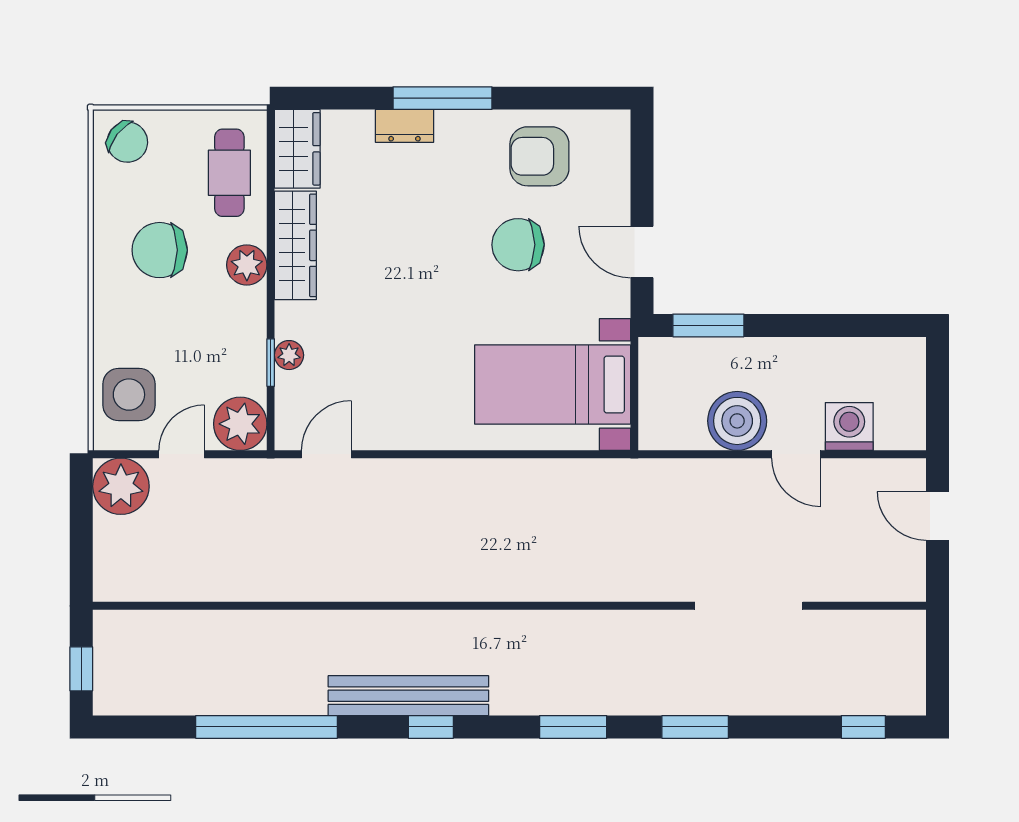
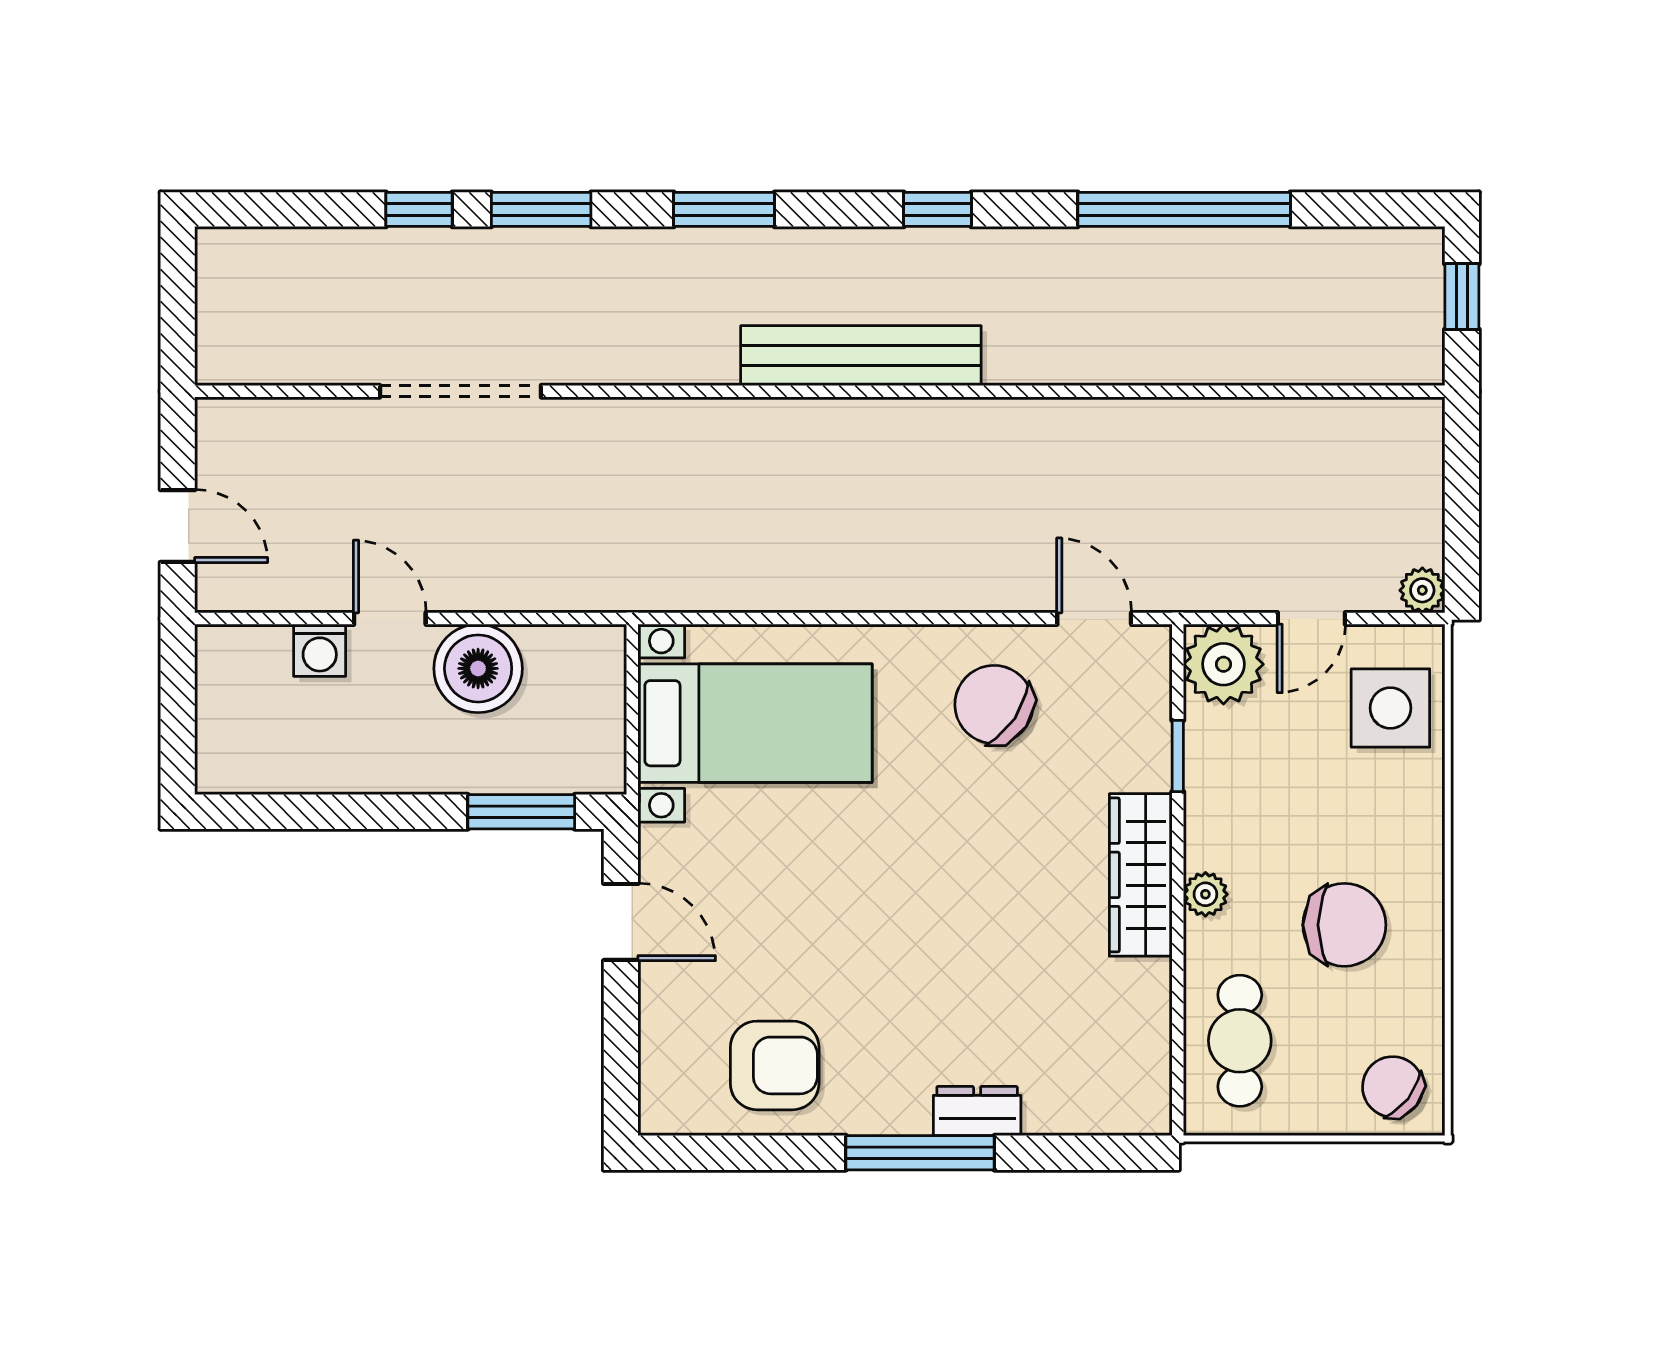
wardrobe: (297, 149) -> (1138, 1077), removed
wardrobe: (295, 245) -> (1141, 875), moved
chair: (518, 245) -> (994, 704), moved, turned -146
plant: (247, 265) -> (1205, 894), width x0.73, depth x0.73
plant: (289, 355) -> (1150, 767), removed
washing machine: (849, 427) -> (320, 650), width x0.73, depth x0.73
door: (326, 454) -> (1094, 619), swing flipped
plant: (121, 486) -> (1422, 590), width x0.53, depth x0.53
bench: (408, 696) -> (861, 356), moved
window: (863, 727) -> (419, 209), moved

